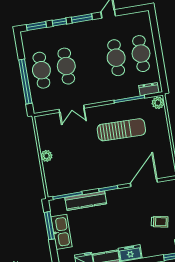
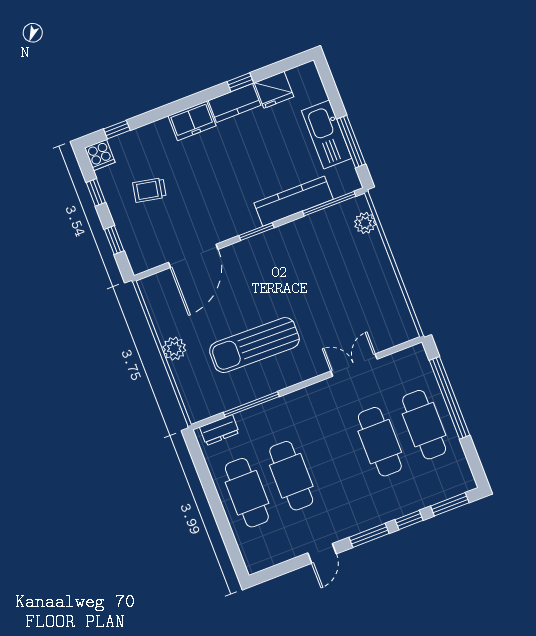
plant: (158, 103) -> (174, 349), moved
plant: (46, 156) -> (365, 223), moved

